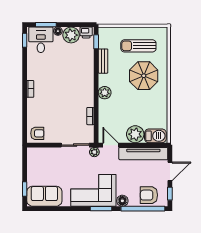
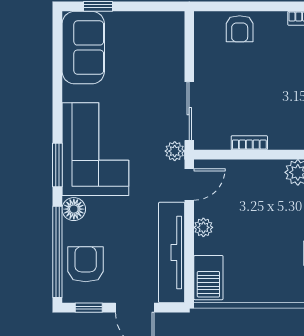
armchair: (37, 133) -> (240, 29), moved
plant: (135, 134) -> (203, 227), width x0.53, depth x0.53

